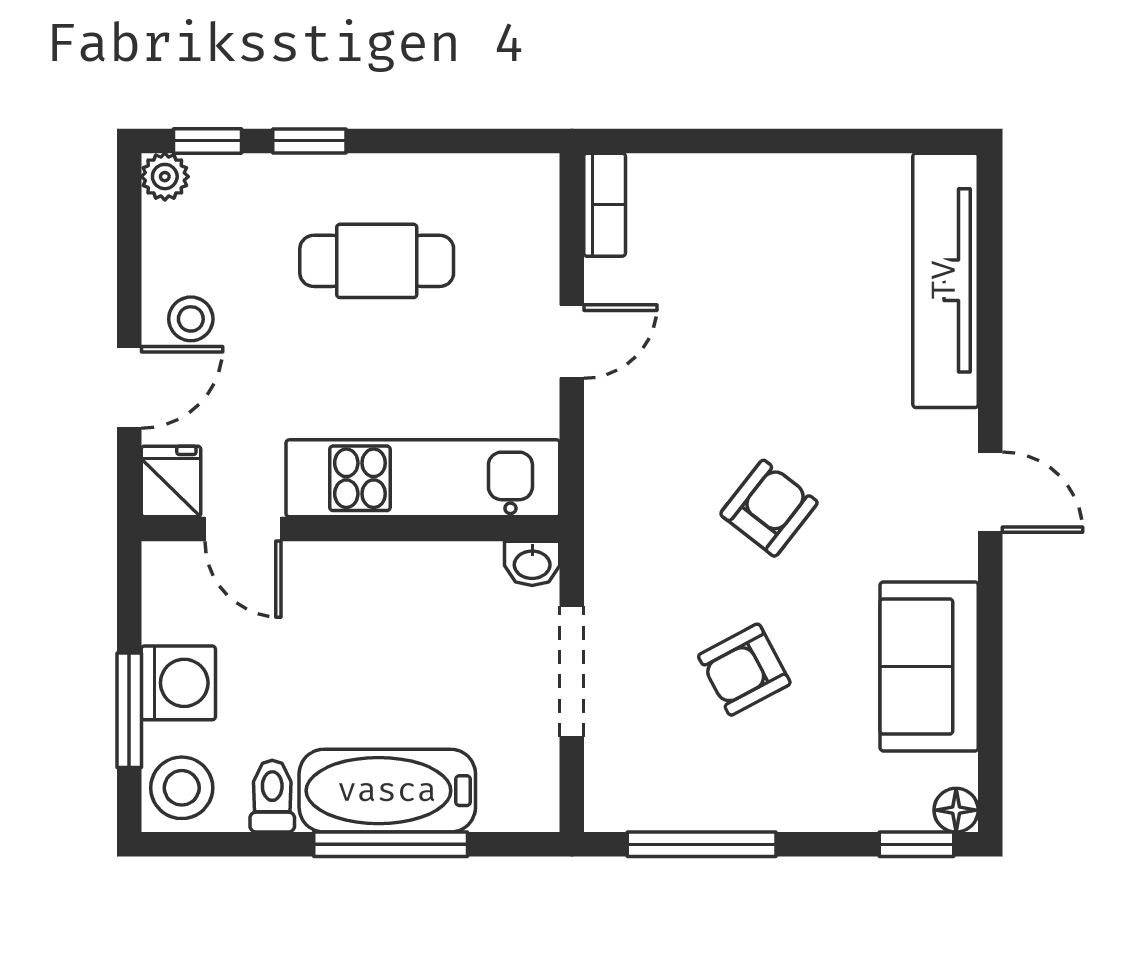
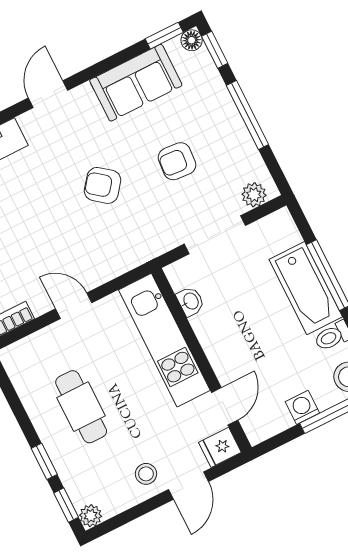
door: (129, 387) -> (189, 486), swing flipped
washbasin: (532, 563) -> (190, 301), moved
armchair: (744, 670) -> (177, 161), turned 122
washing machine: (178, 683) -> (302, 407), width x0.73, depth x0.73
window: (990, 764) -> (164, 36), added
plant: (610, 782) -> (254, 195), added
window: (702, 844) -> (247, 115), moved

